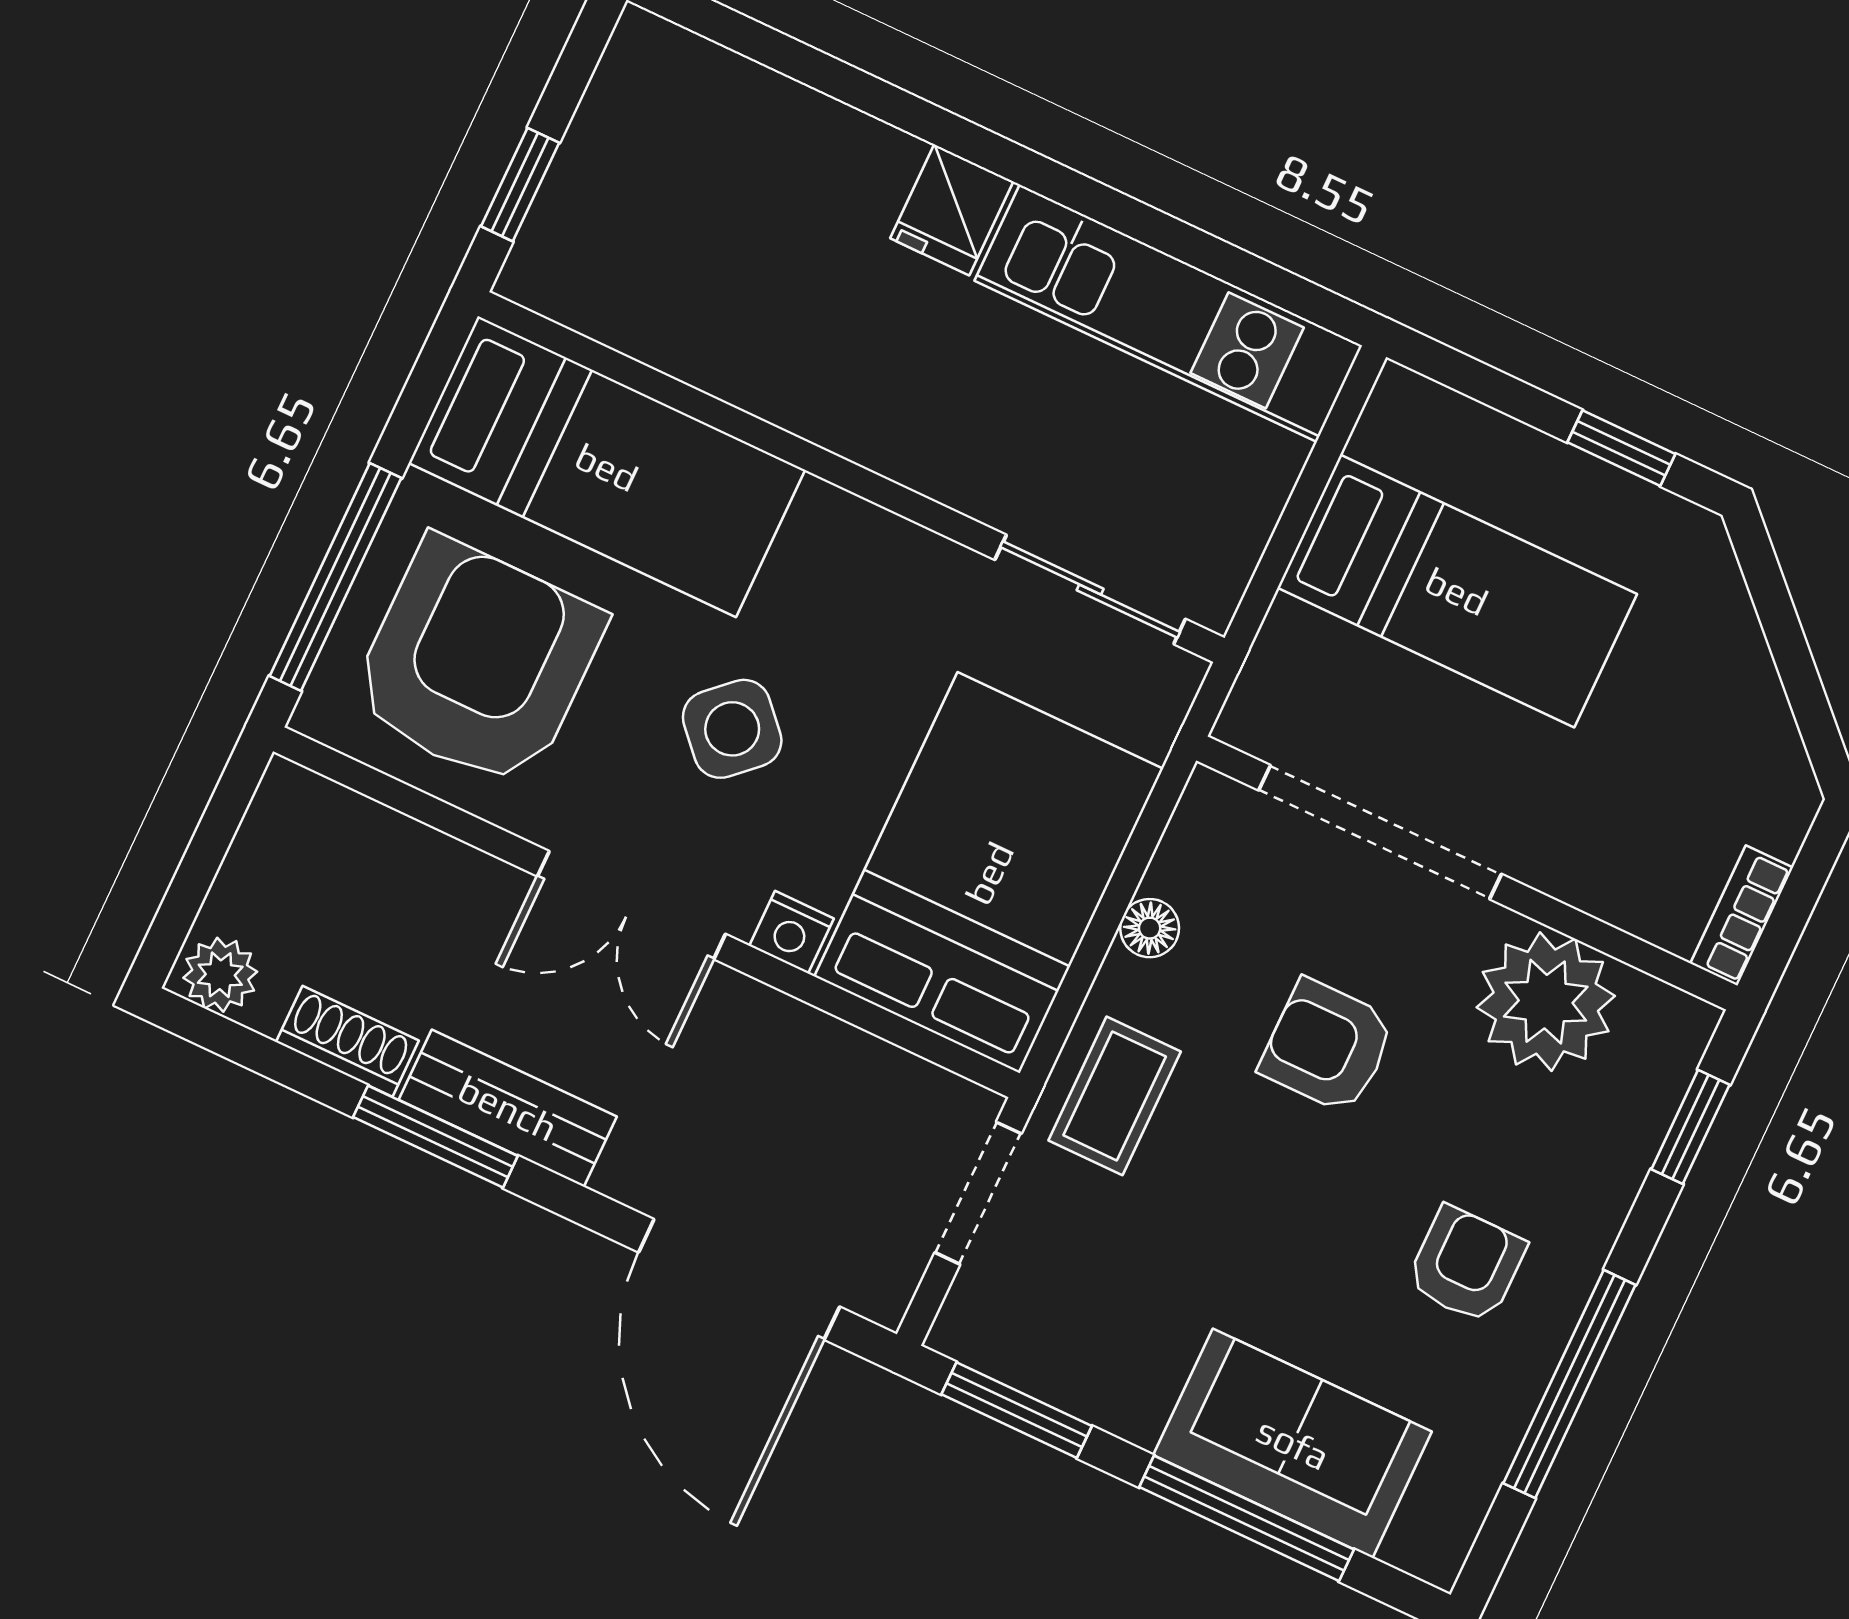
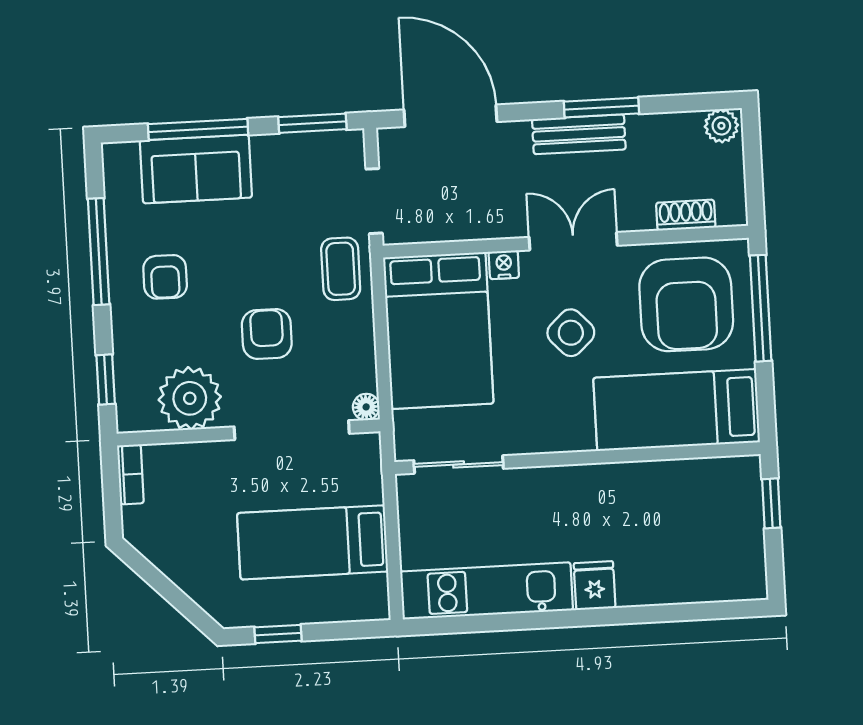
floor lamp: (1150, 928) -> (366, 407), moved
shoe rack: (347, 1041) -> (686, 215), moved, turned 180
armchair: (1327, 1046) -> (267, 334), turned -90

